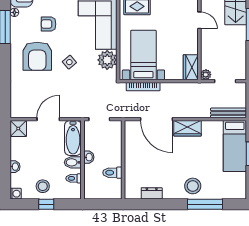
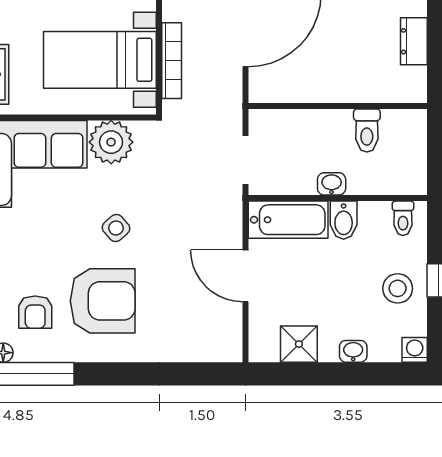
armchair: (49, 24) -> (35, 312), moved
shower: (18, 129) -> (299, 344), moved
toilet: (74, 178) -> (403, 218), moved

